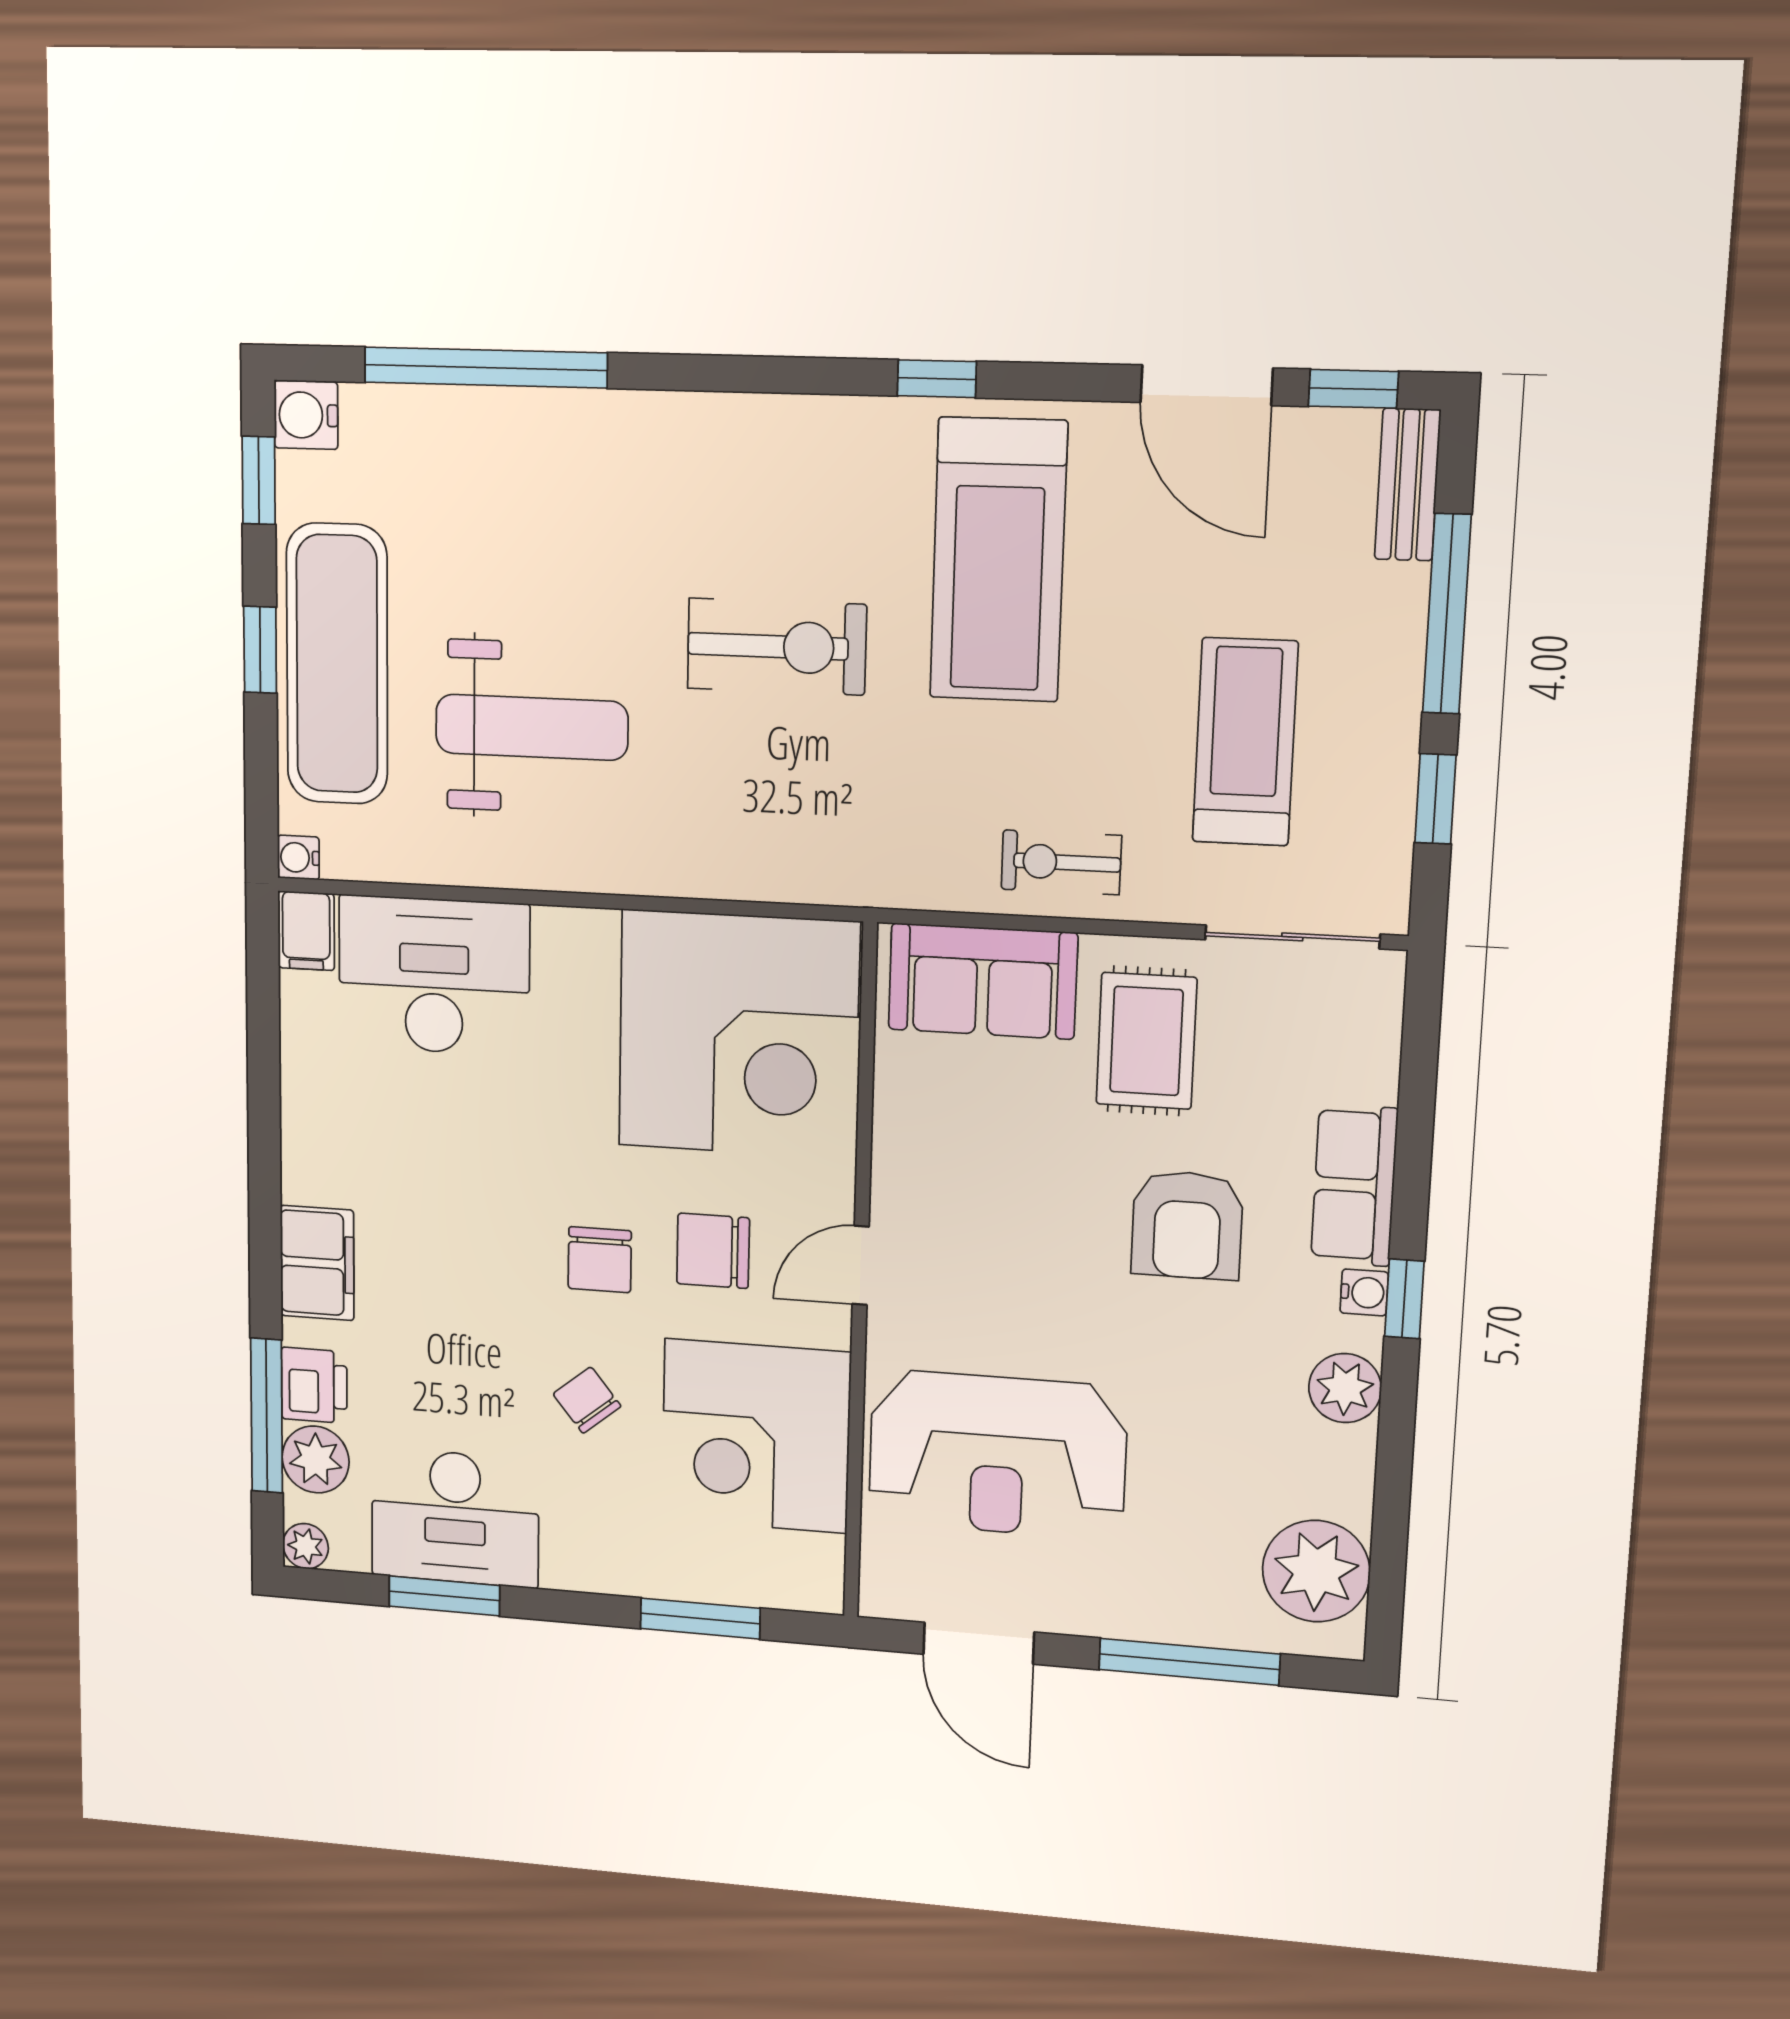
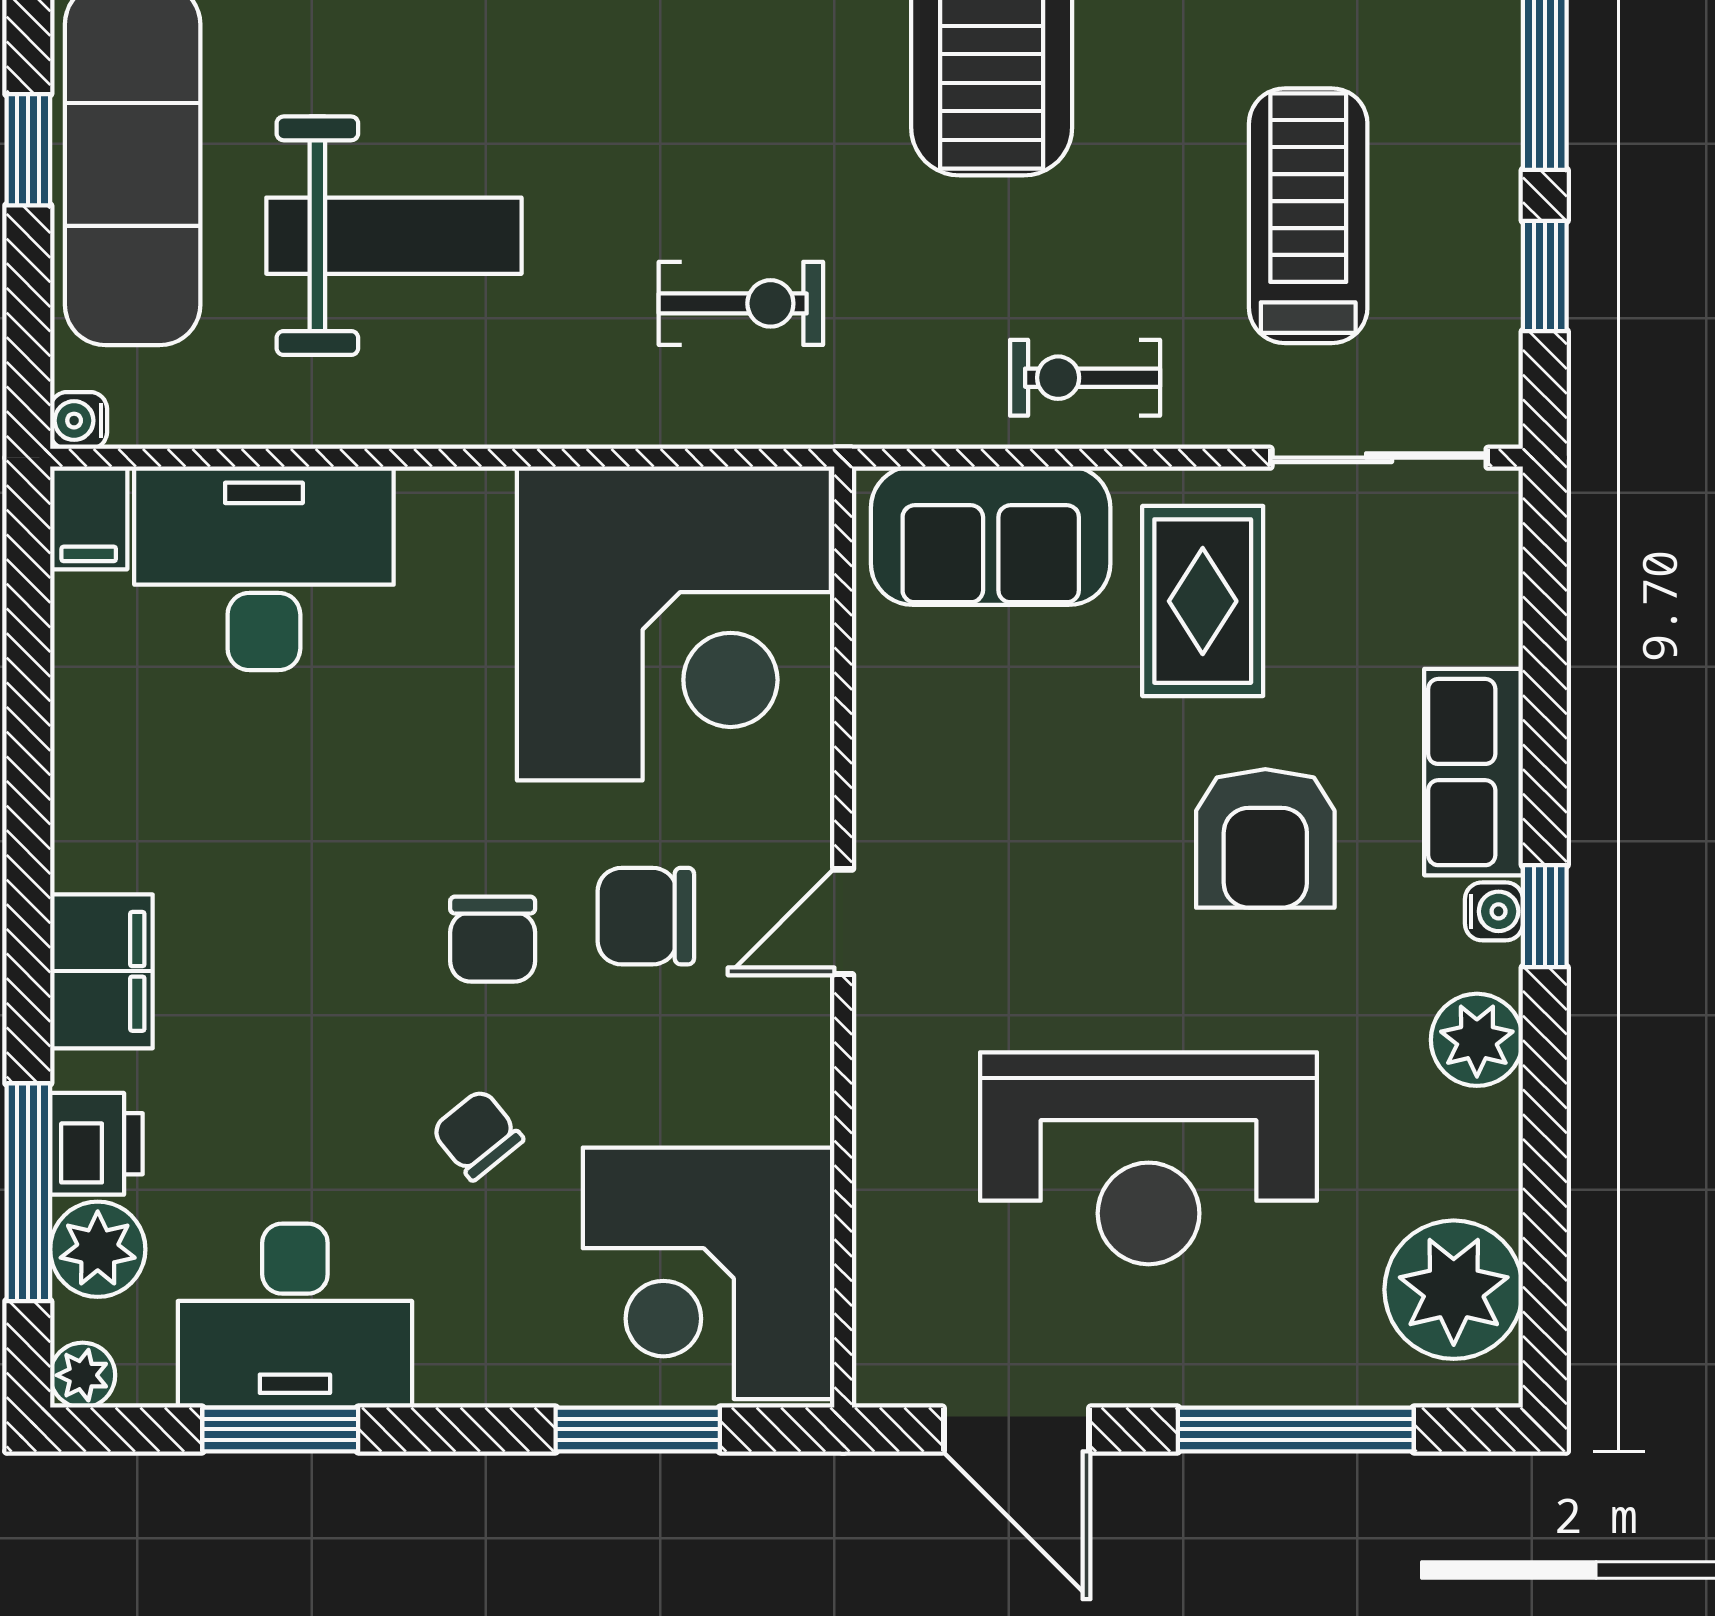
exercise bike: (777, 647) -> (741, 303), moved, width x0.73, depth x0.72
corner desk: (756, 1436) -> (709, 1273), moved
reception desk: (997, 1455) -> (1149, 1158), moved

